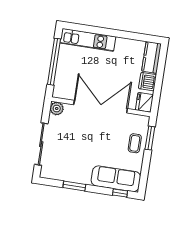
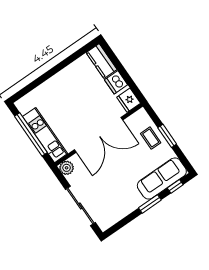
kitchen unit: (88, 40) -> (45, 135), moved, turned -90
double door: (101, 107) -> (98, 135), swing flipped
window: (150, 138) -> (167, 136), moved
window: (74, 186) -> (150, 204), moved

